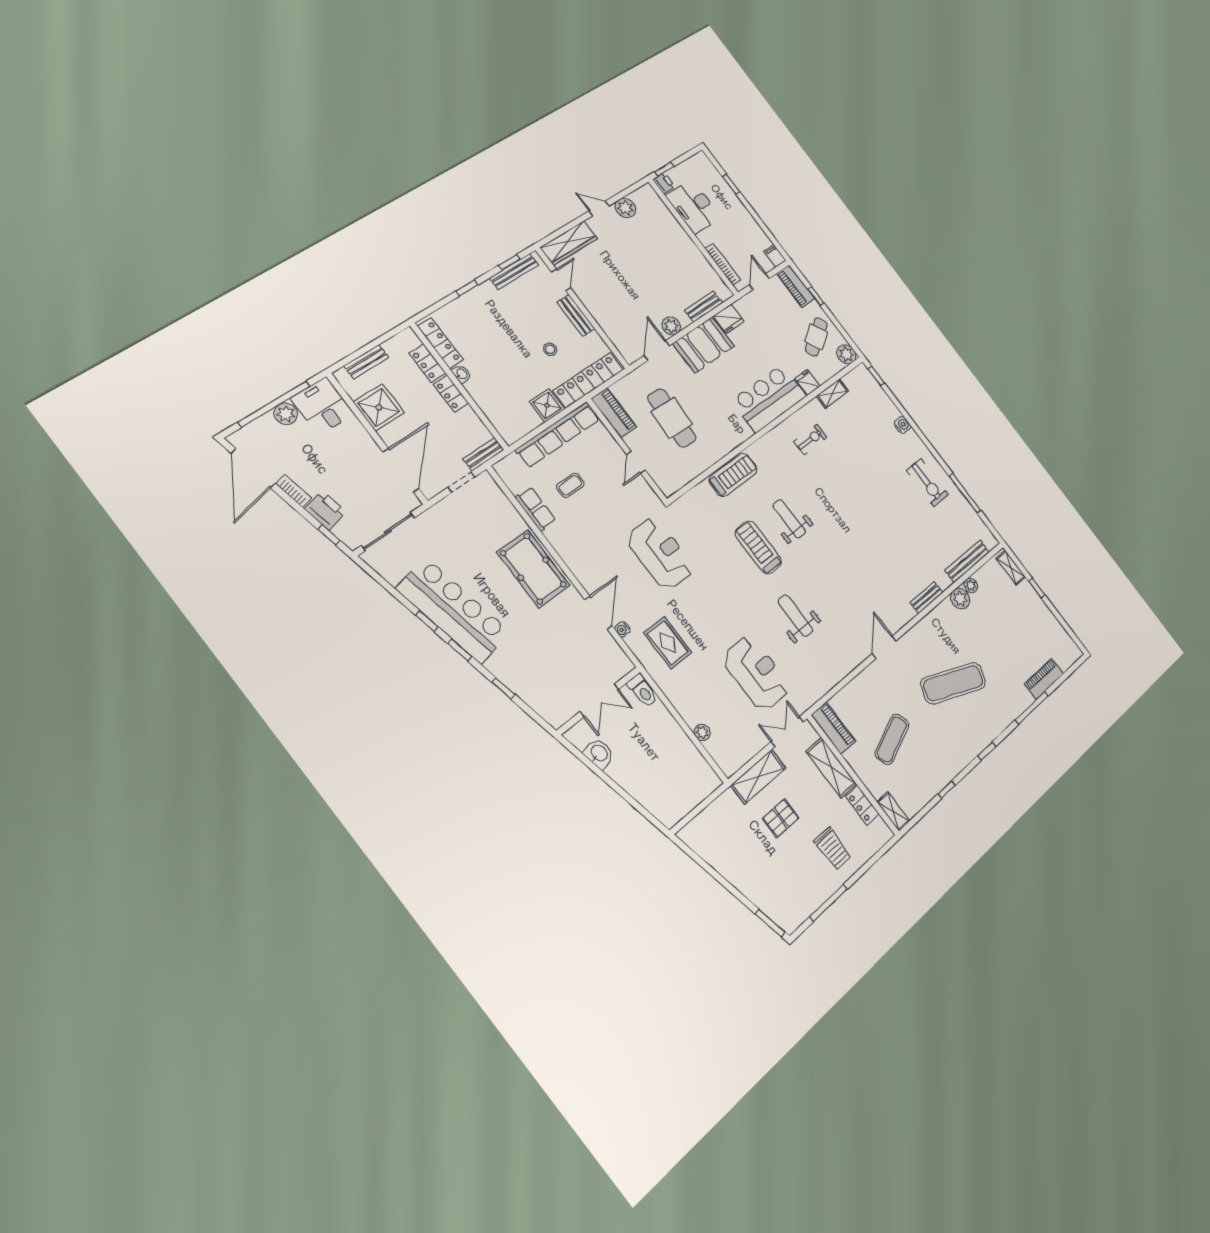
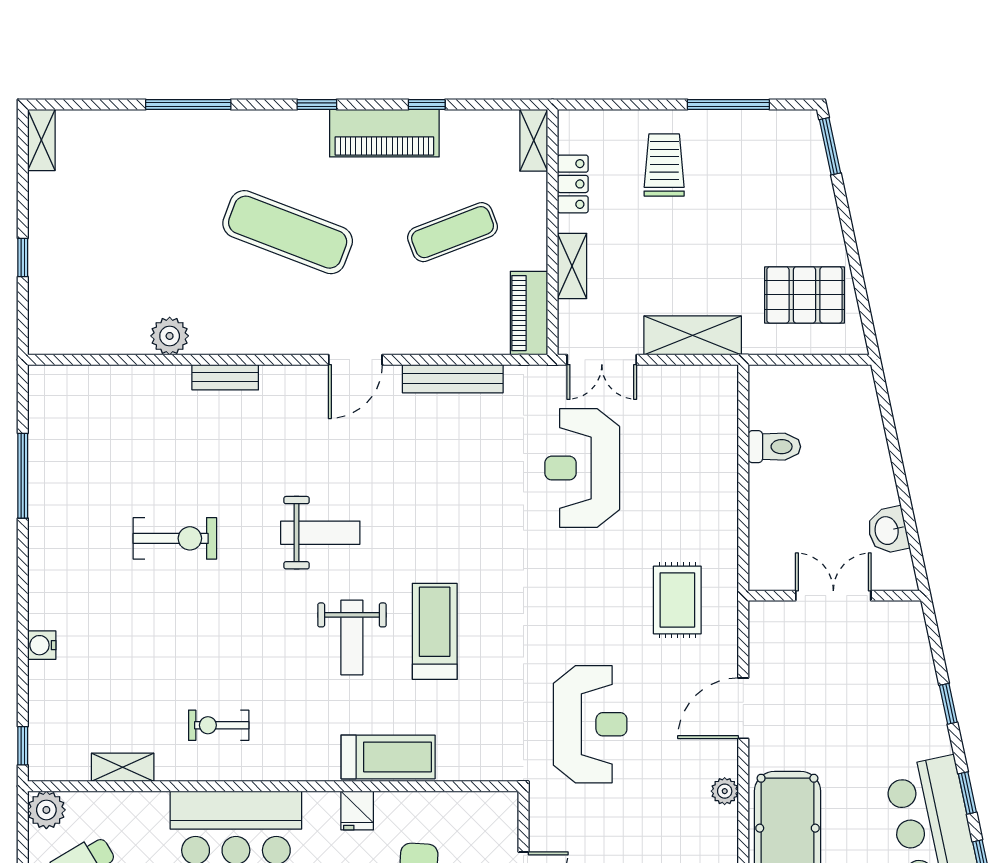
fridge: (807, 382) -> (357, 811), moved
treadmill: (733, 475) -> (388, 757), turned 180
exercise bike: (927, 483) -> (175, 538), moved, turned 90
treadmill: (758, 547) -> (435, 631), turned 180
reception desk: (660, 554) -> (590, 724), turned 180
bench: (967, 561) -> (453, 379), moved
shelving: (1011, 568) -> (41, 140), moved
plant: (971, 585) -> (134, 341), removed
weight bench: (795, 616) -> (320, 533), moved, turned -90
water cooler: (622, 629) -> (727, 663), removed
piano: (1044, 679) -> (384, 133), moved, width x1.37, depth x1.33
toilet: (643, 691) -> (774, 447), moved, turned 90
plant: (702, 732) -> (725, 791), moved
shelving: (831, 768) -> (572, 266), width x0.67, depth x0.75
pallet: (781, 818) -> (804, 295), moved, width x1.50, depth x1.42

